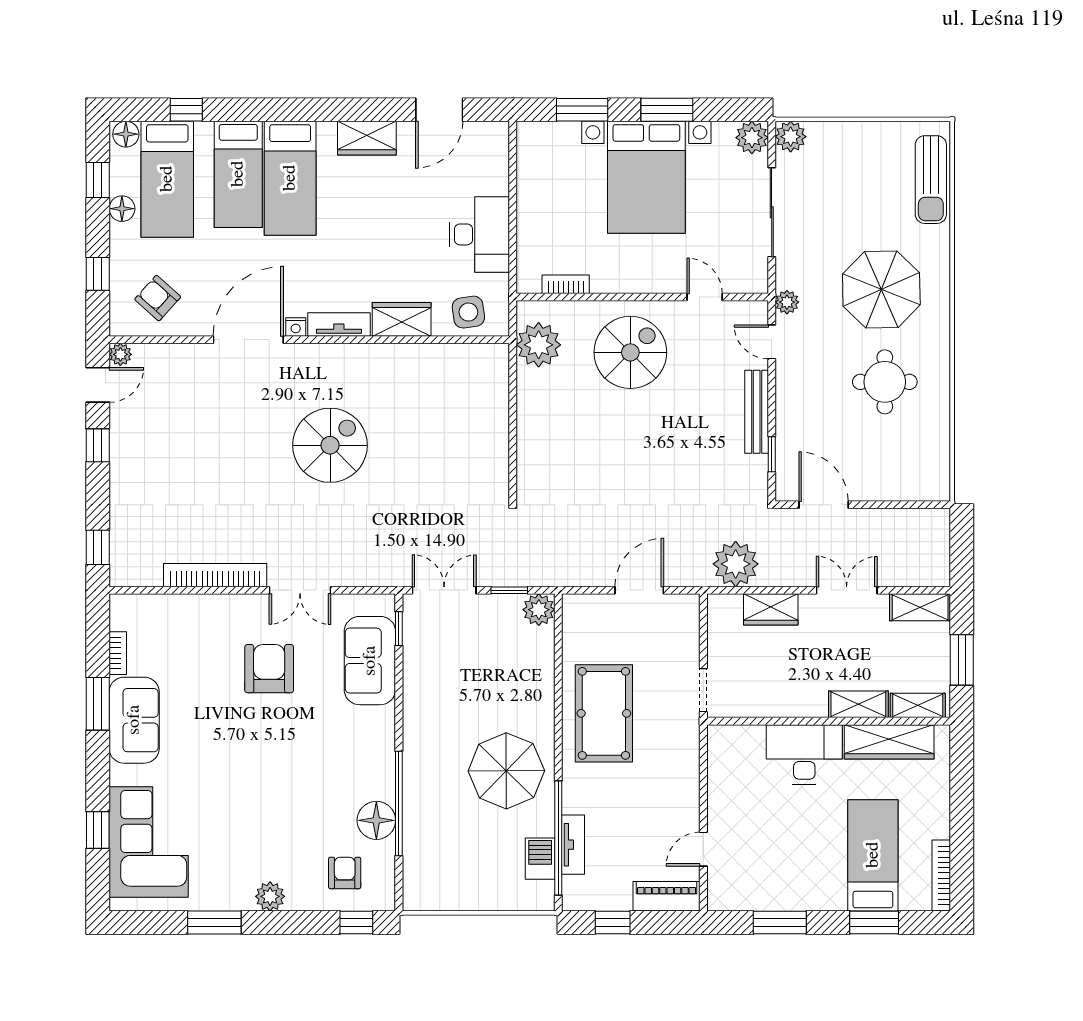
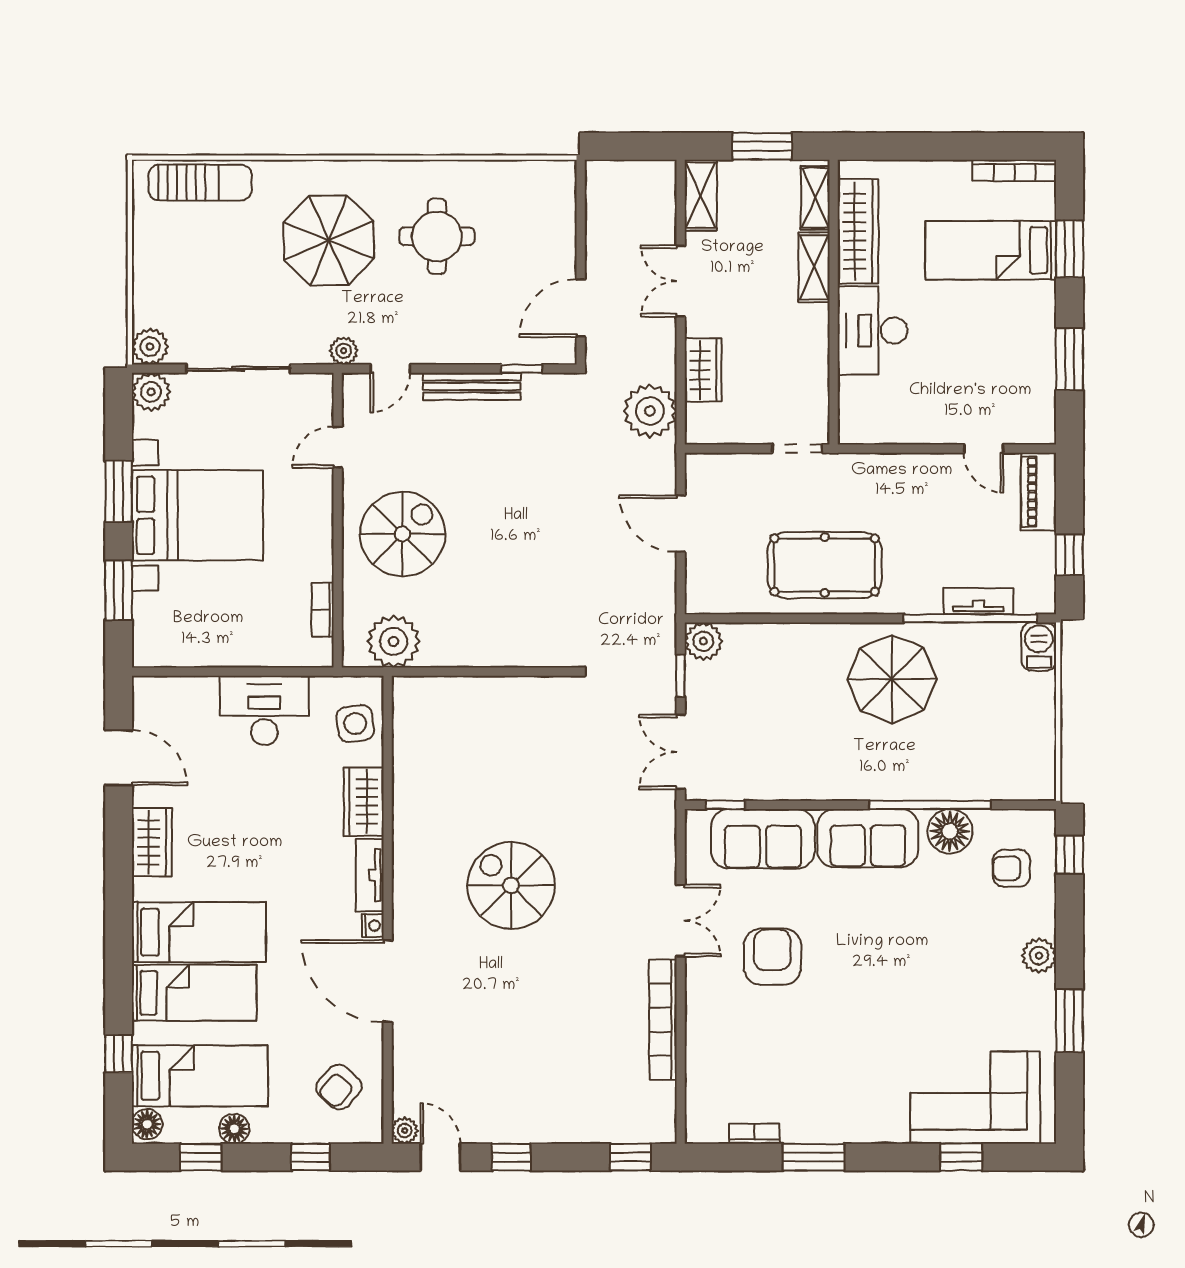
spiral stairs: (630, 352) -> (402, 534), turned 90
armchair: (269, 669) -> (772, 957), turned 90
sofa: (134, 720) -> (868, 838), moved, turned 180
barbecue: (540, 859) -> (1039, 647), moved, turned 90

